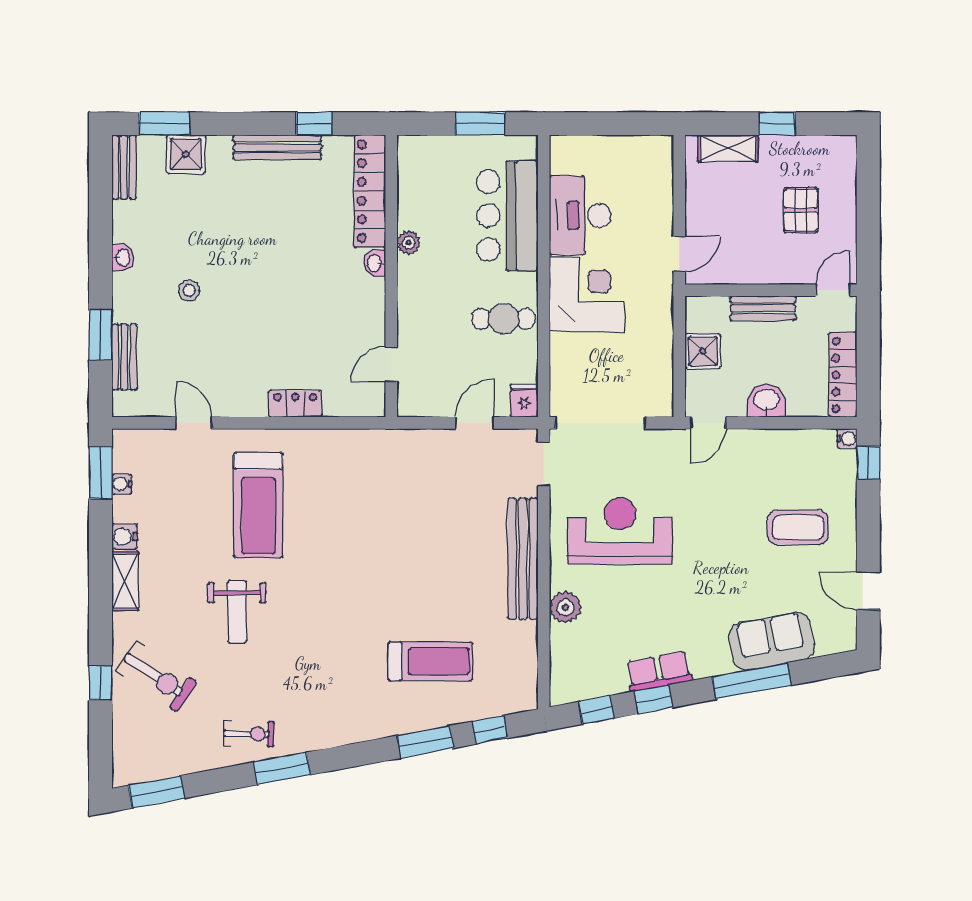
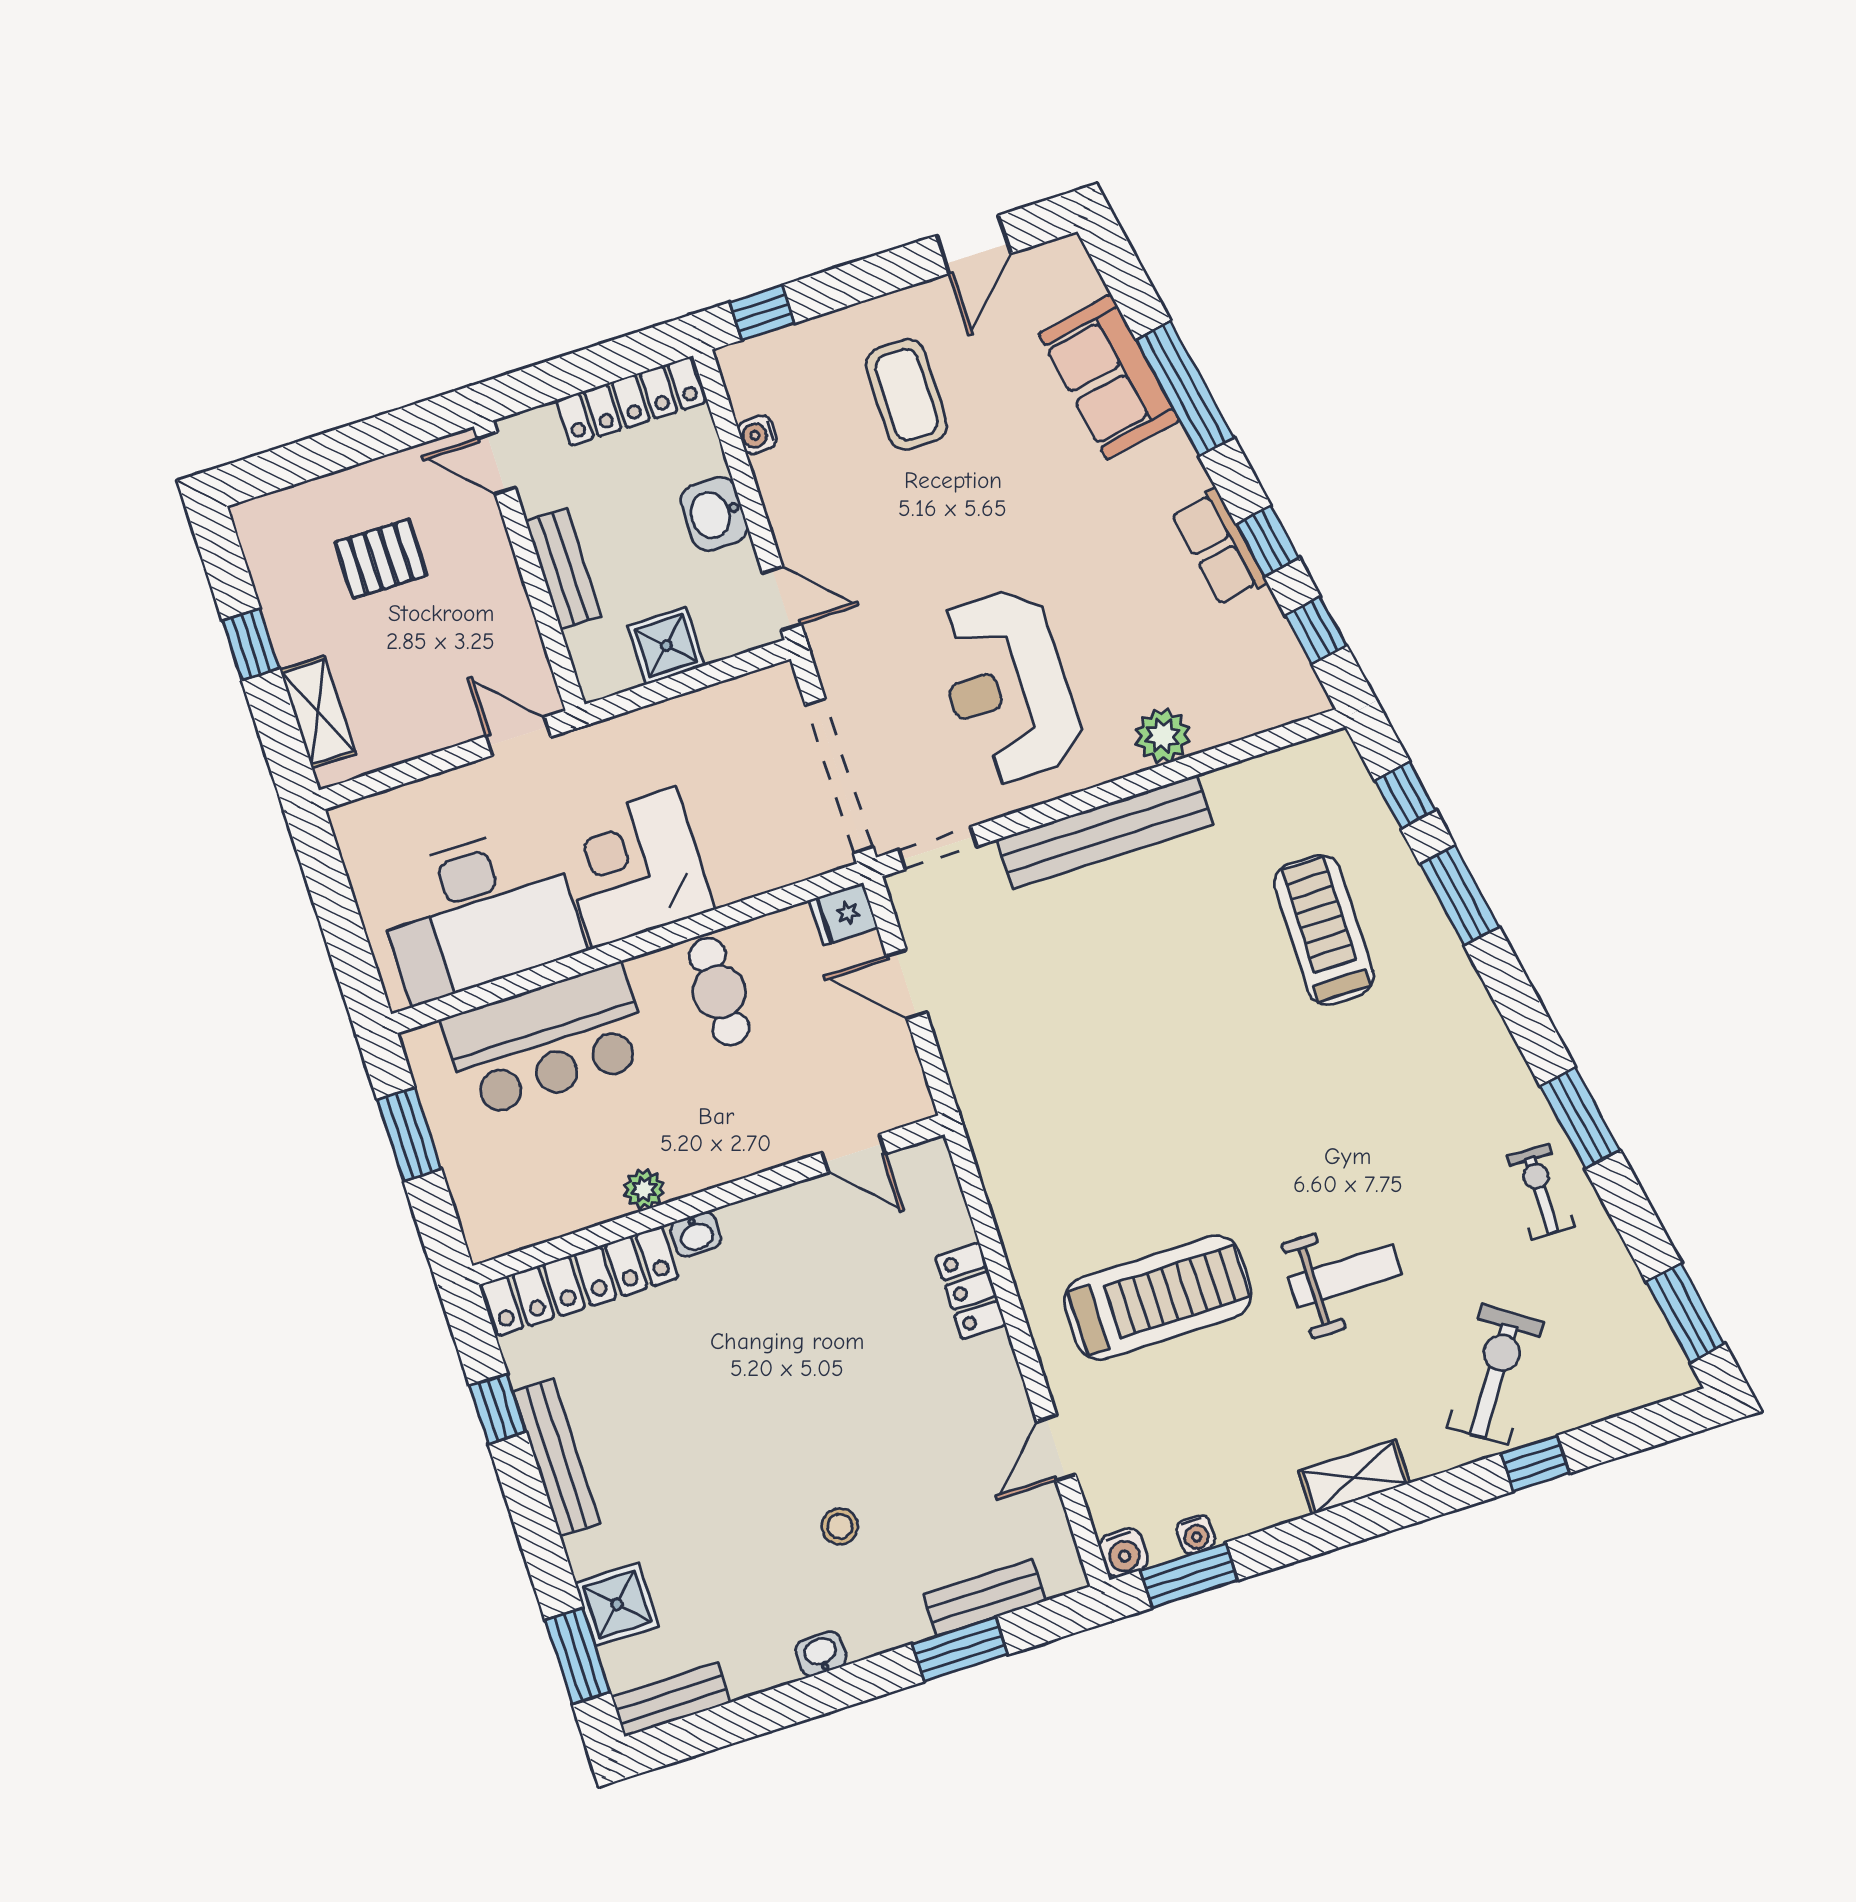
desk: (580, 215) -> (479, 913), width x1.36, depth x1.30
water cooler: (847, 438) -> (757, 435), moved, turned -90
water cooler: (124, 537) -> (1123, 1553), moved

